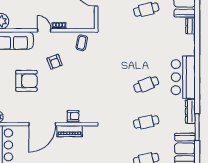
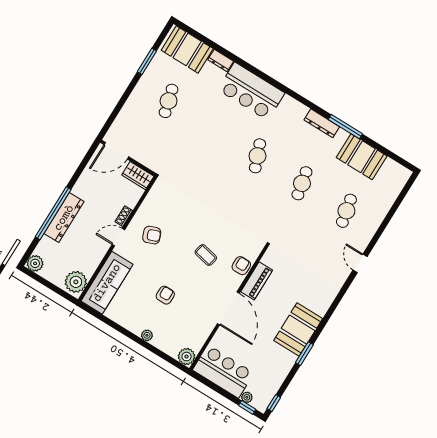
wardrobe: (89, 19) -> (138, 176), added
coffee table: (82, 43) -> (206, 255), moved
armchair: (55, 62) -> (152, 235), moved
bar counter: (183, 77) -> (251, 91), moved
armchair: (26, 81) -> (165, 295), width x0.53, depth x0.53

